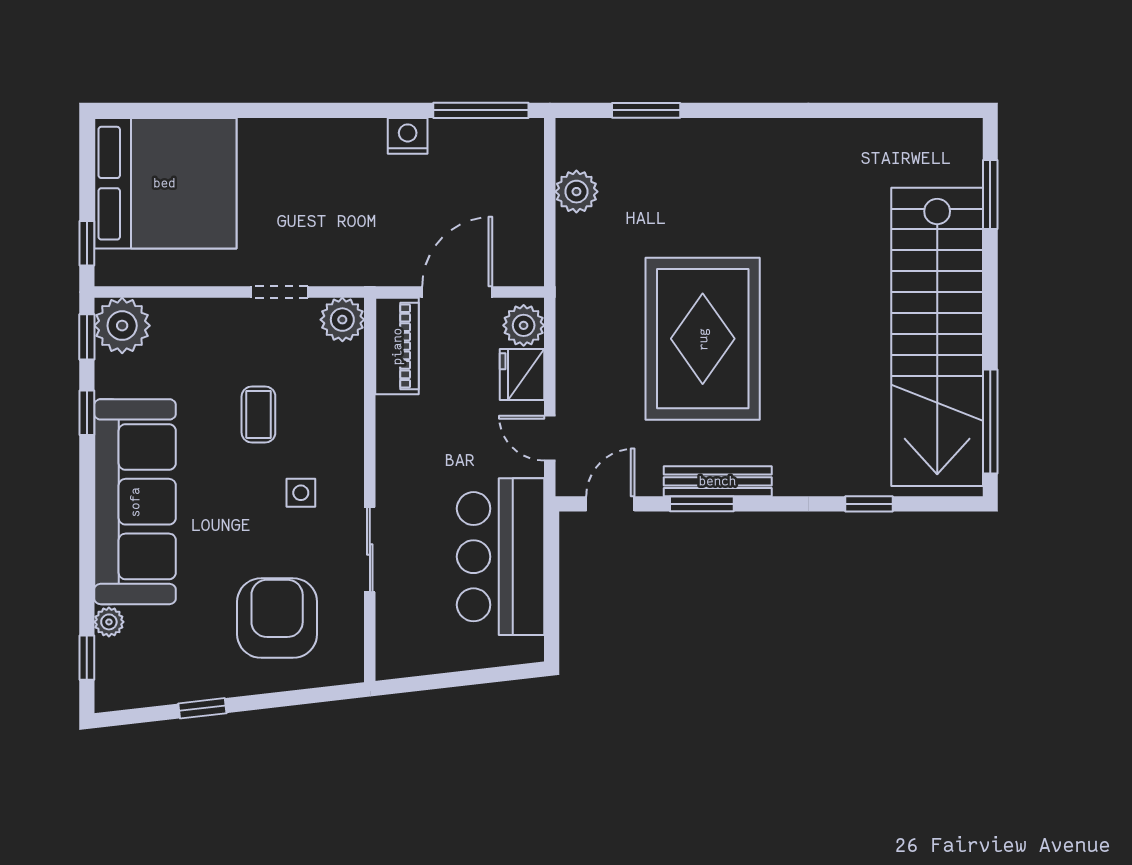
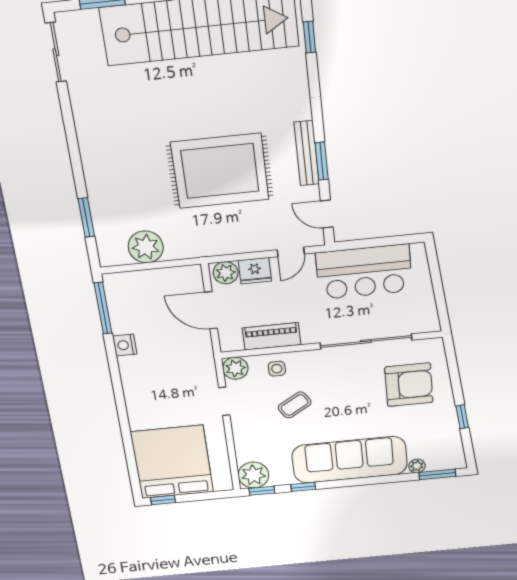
sliding door: (921, 110) -> (56, 52), added
plant: (576, 192) -> (146, 247), width x1.36, depth x1.36
window: (87, 243) -> (163, 500), moved
piano: (397, 346) -> (272, 336), moved
coffee table: (258, 414) -> (295, 405), turned -31
side table: (301, 493) -> (277, 369), moved
window: (869, 504) -> (309, 37), moved
sliding door: (370, 550) -> (366, 341), width x1.86
armchair: (277, 618) -> (409, 385), turned 180
window: (87, 658) -> (437, 474), width x1.50

